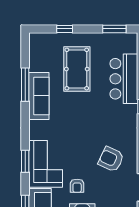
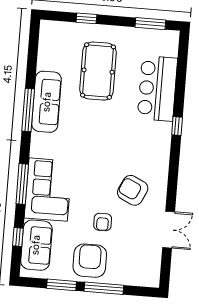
window: (25, 85) -> (28, 110), moved
window: (25, 161) -> (22, 184), width x1.44
armchair: (77, 186) -> (103, 222), moved

